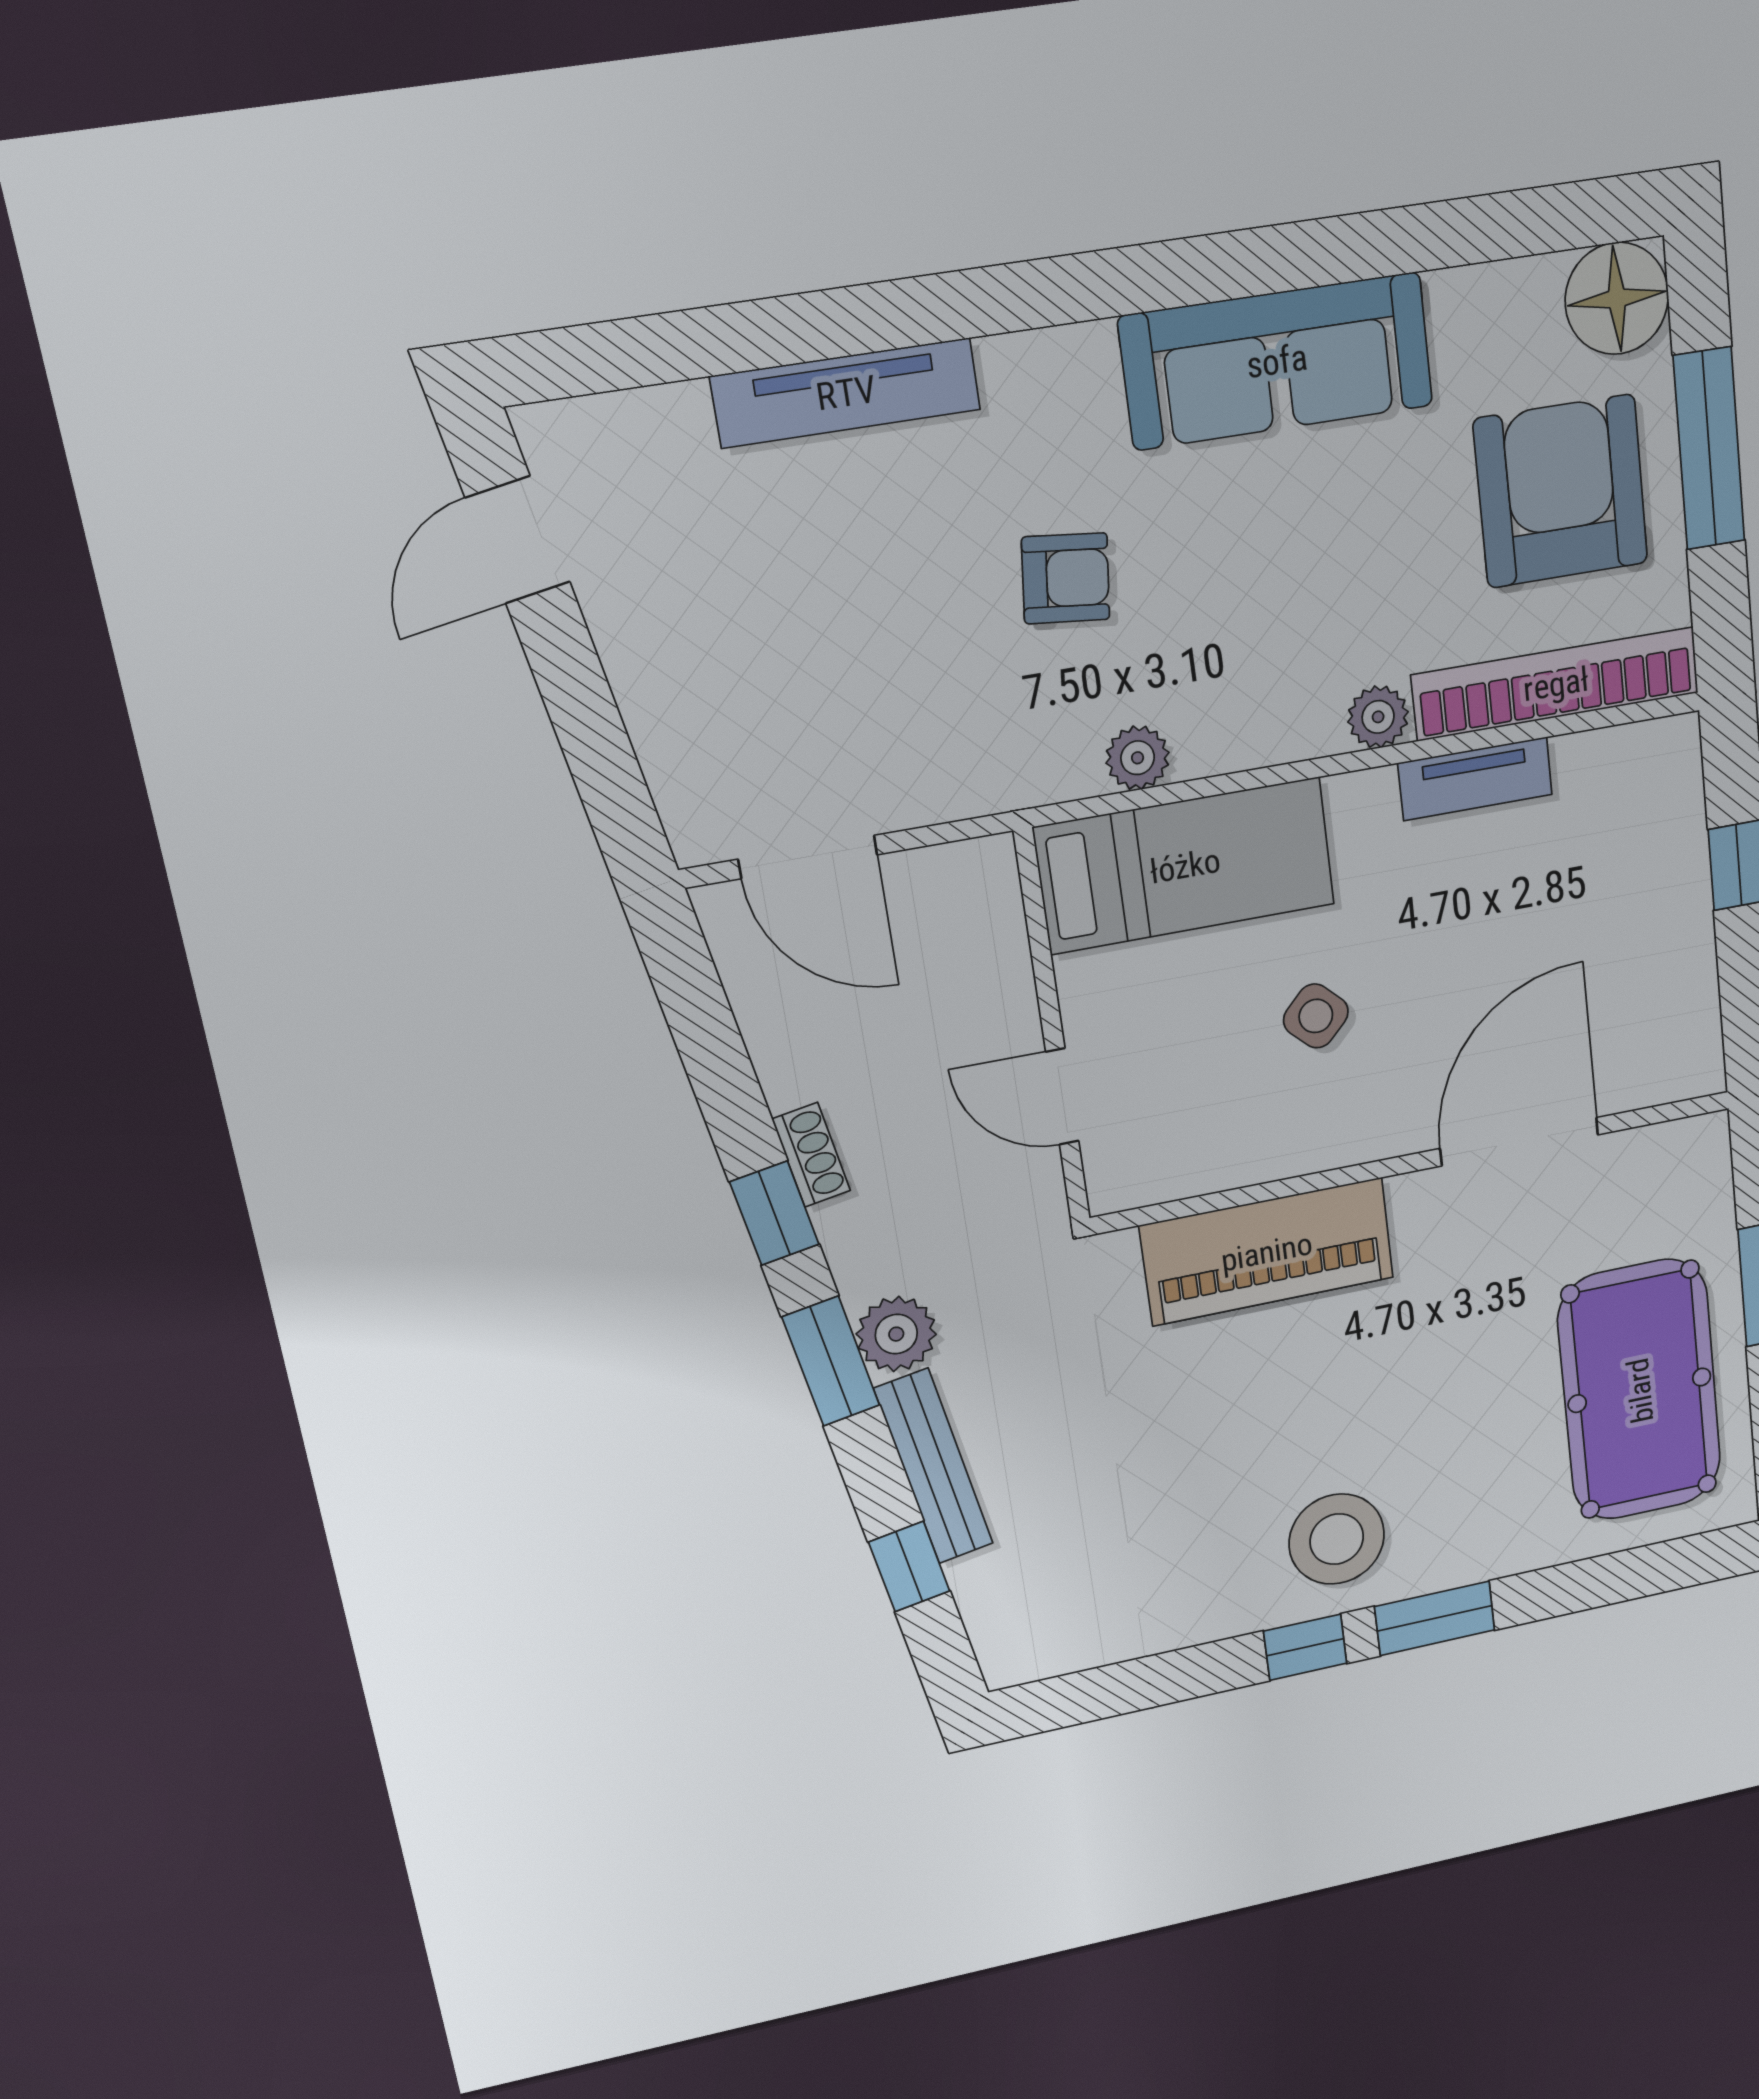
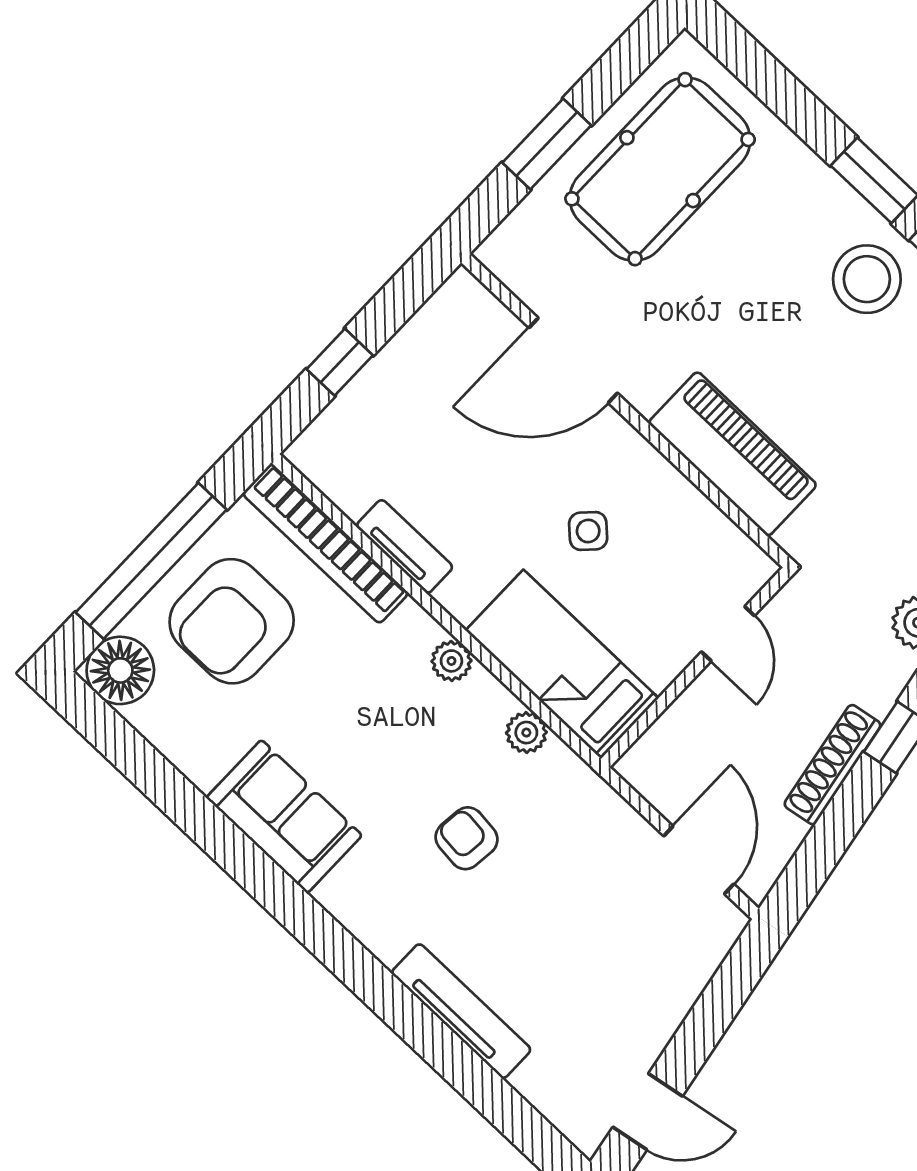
sofa: (1277, 361) -> (284, 817), width x0.73
window: (1709, 449) -> (151, 561), width x1.46
plant: (1378, 717) -> (451, 661), moved
shoe rack: (811, 1155) -> (832, 765), width x1.94, depth x1.24

